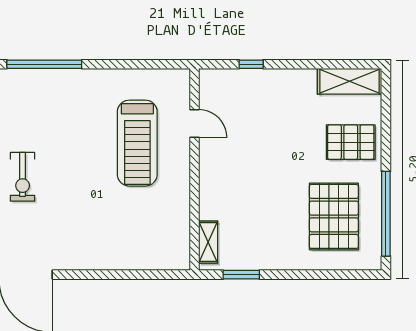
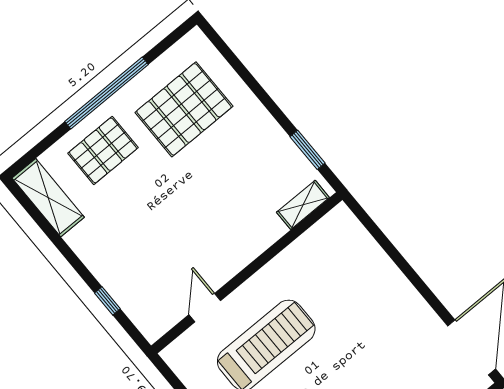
pallet: (351, 142) -> (103, 150), turned 90
window: (386, 214) -> (106, 93), moved

